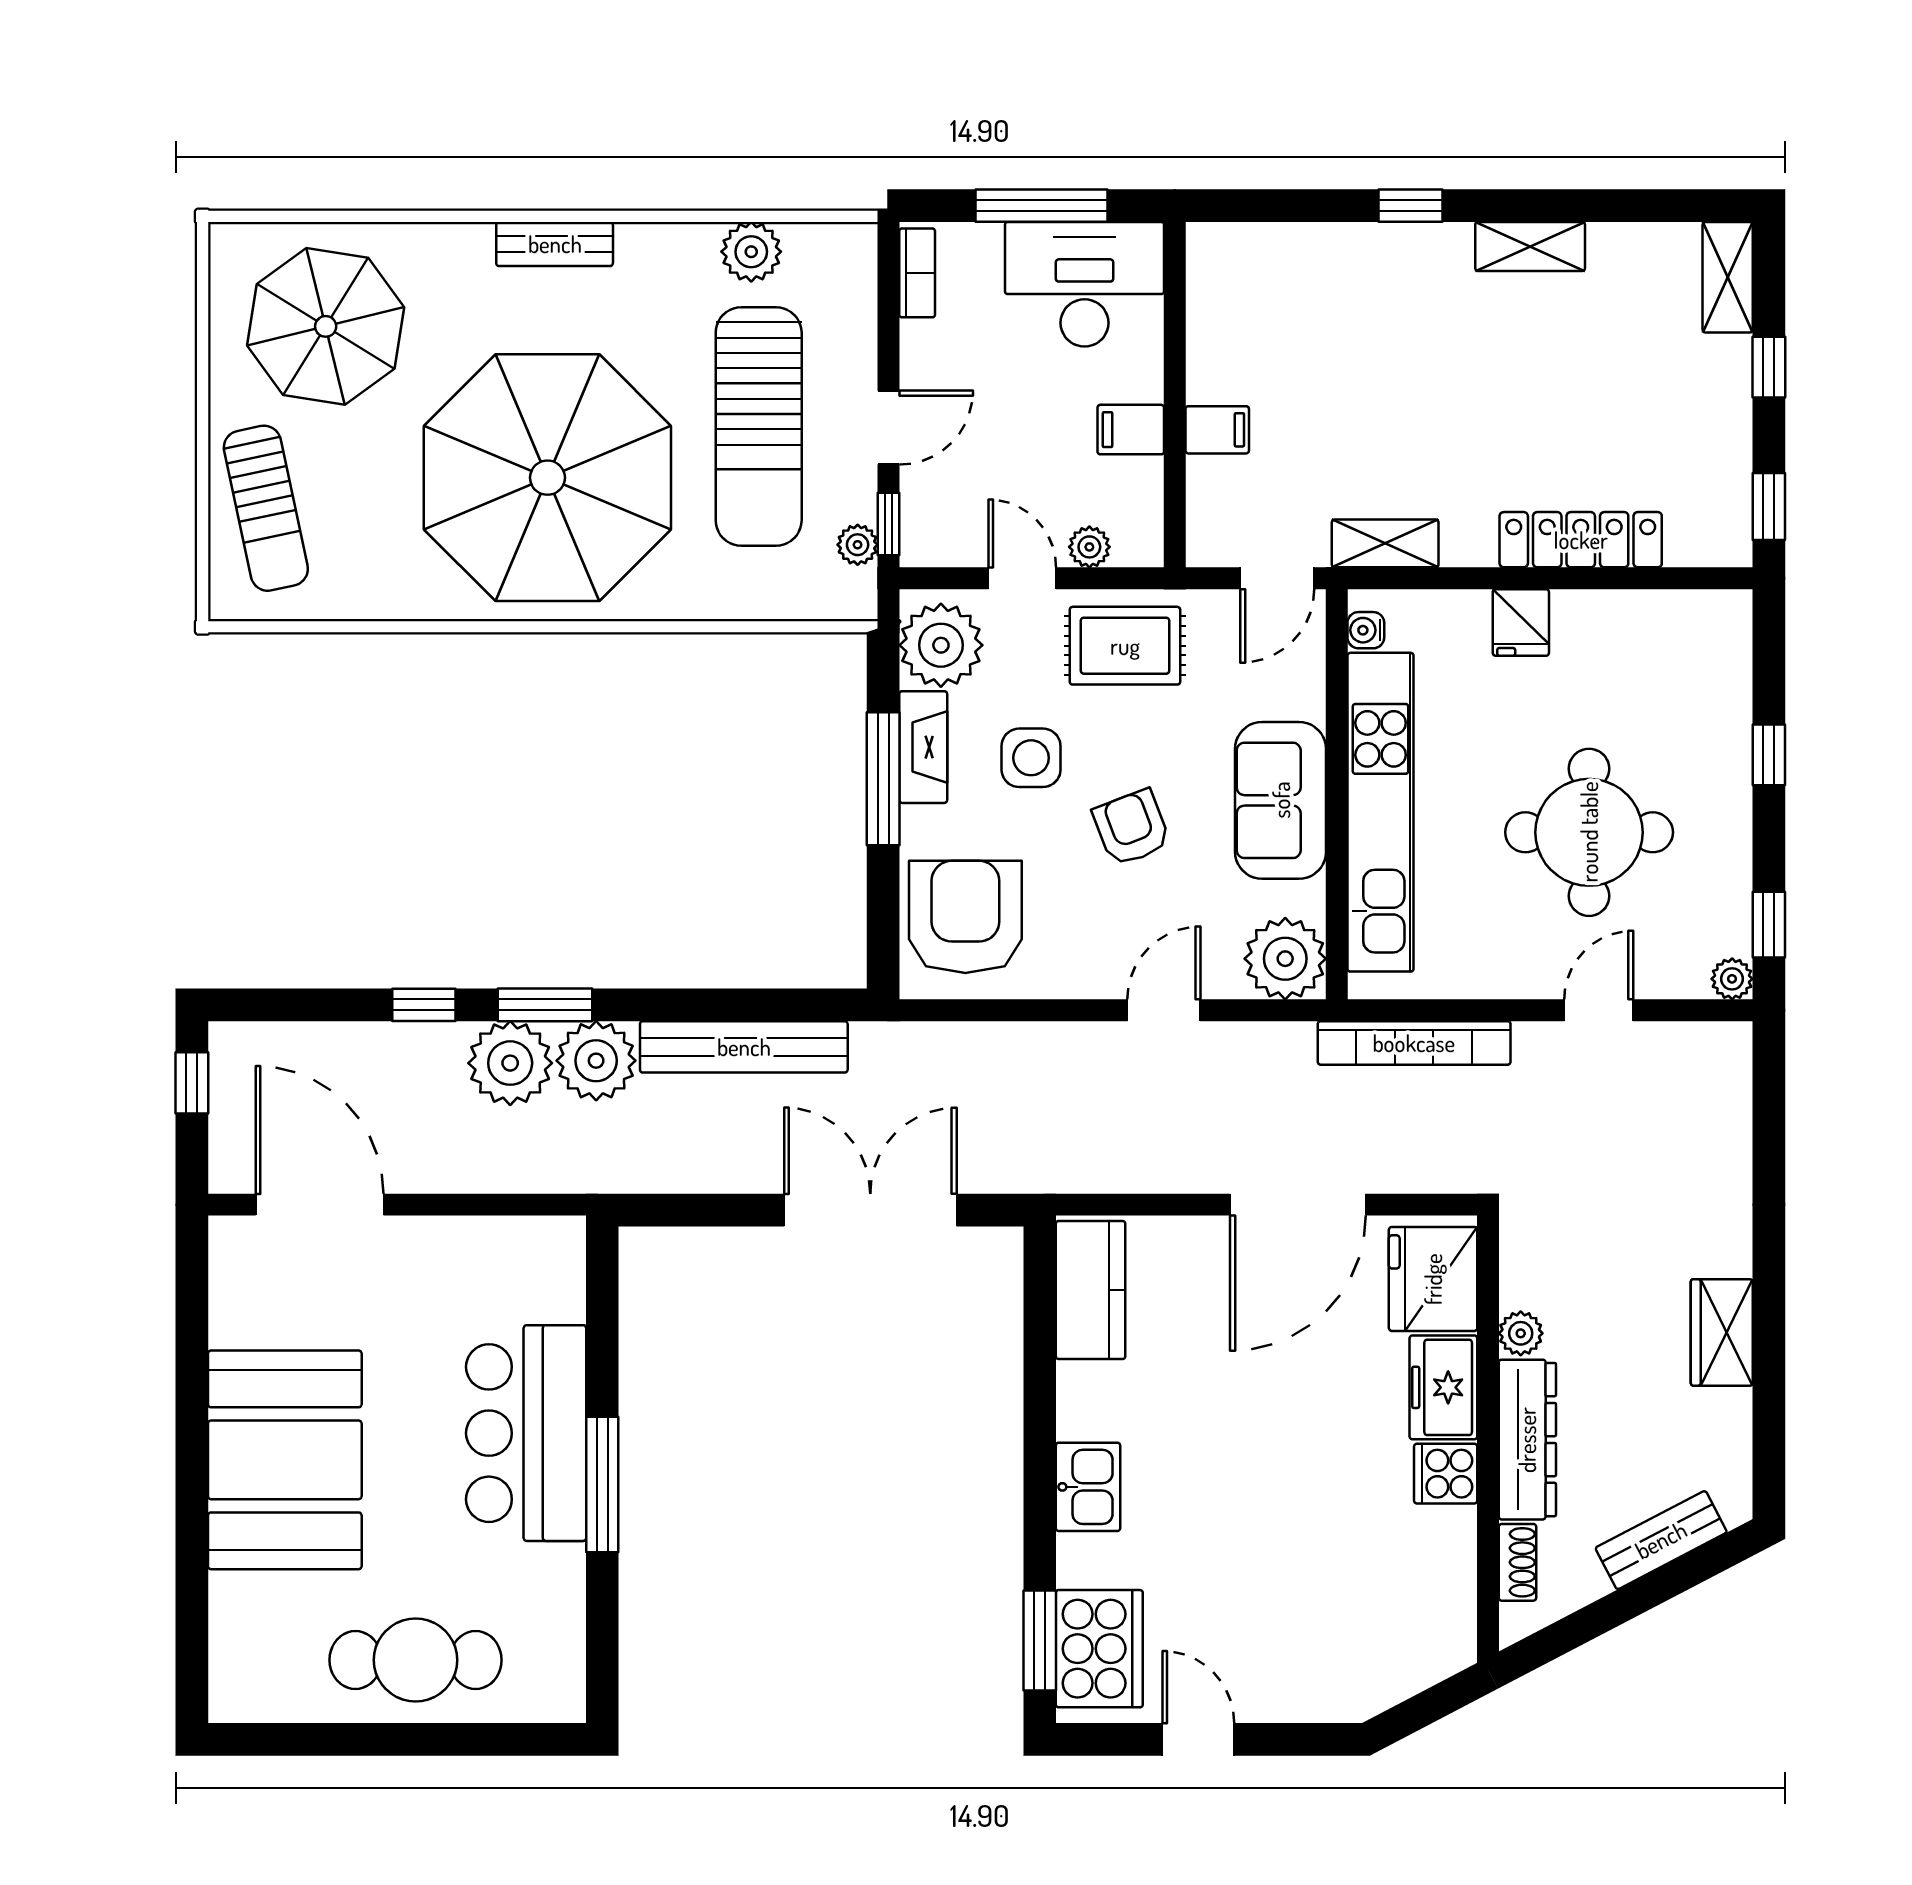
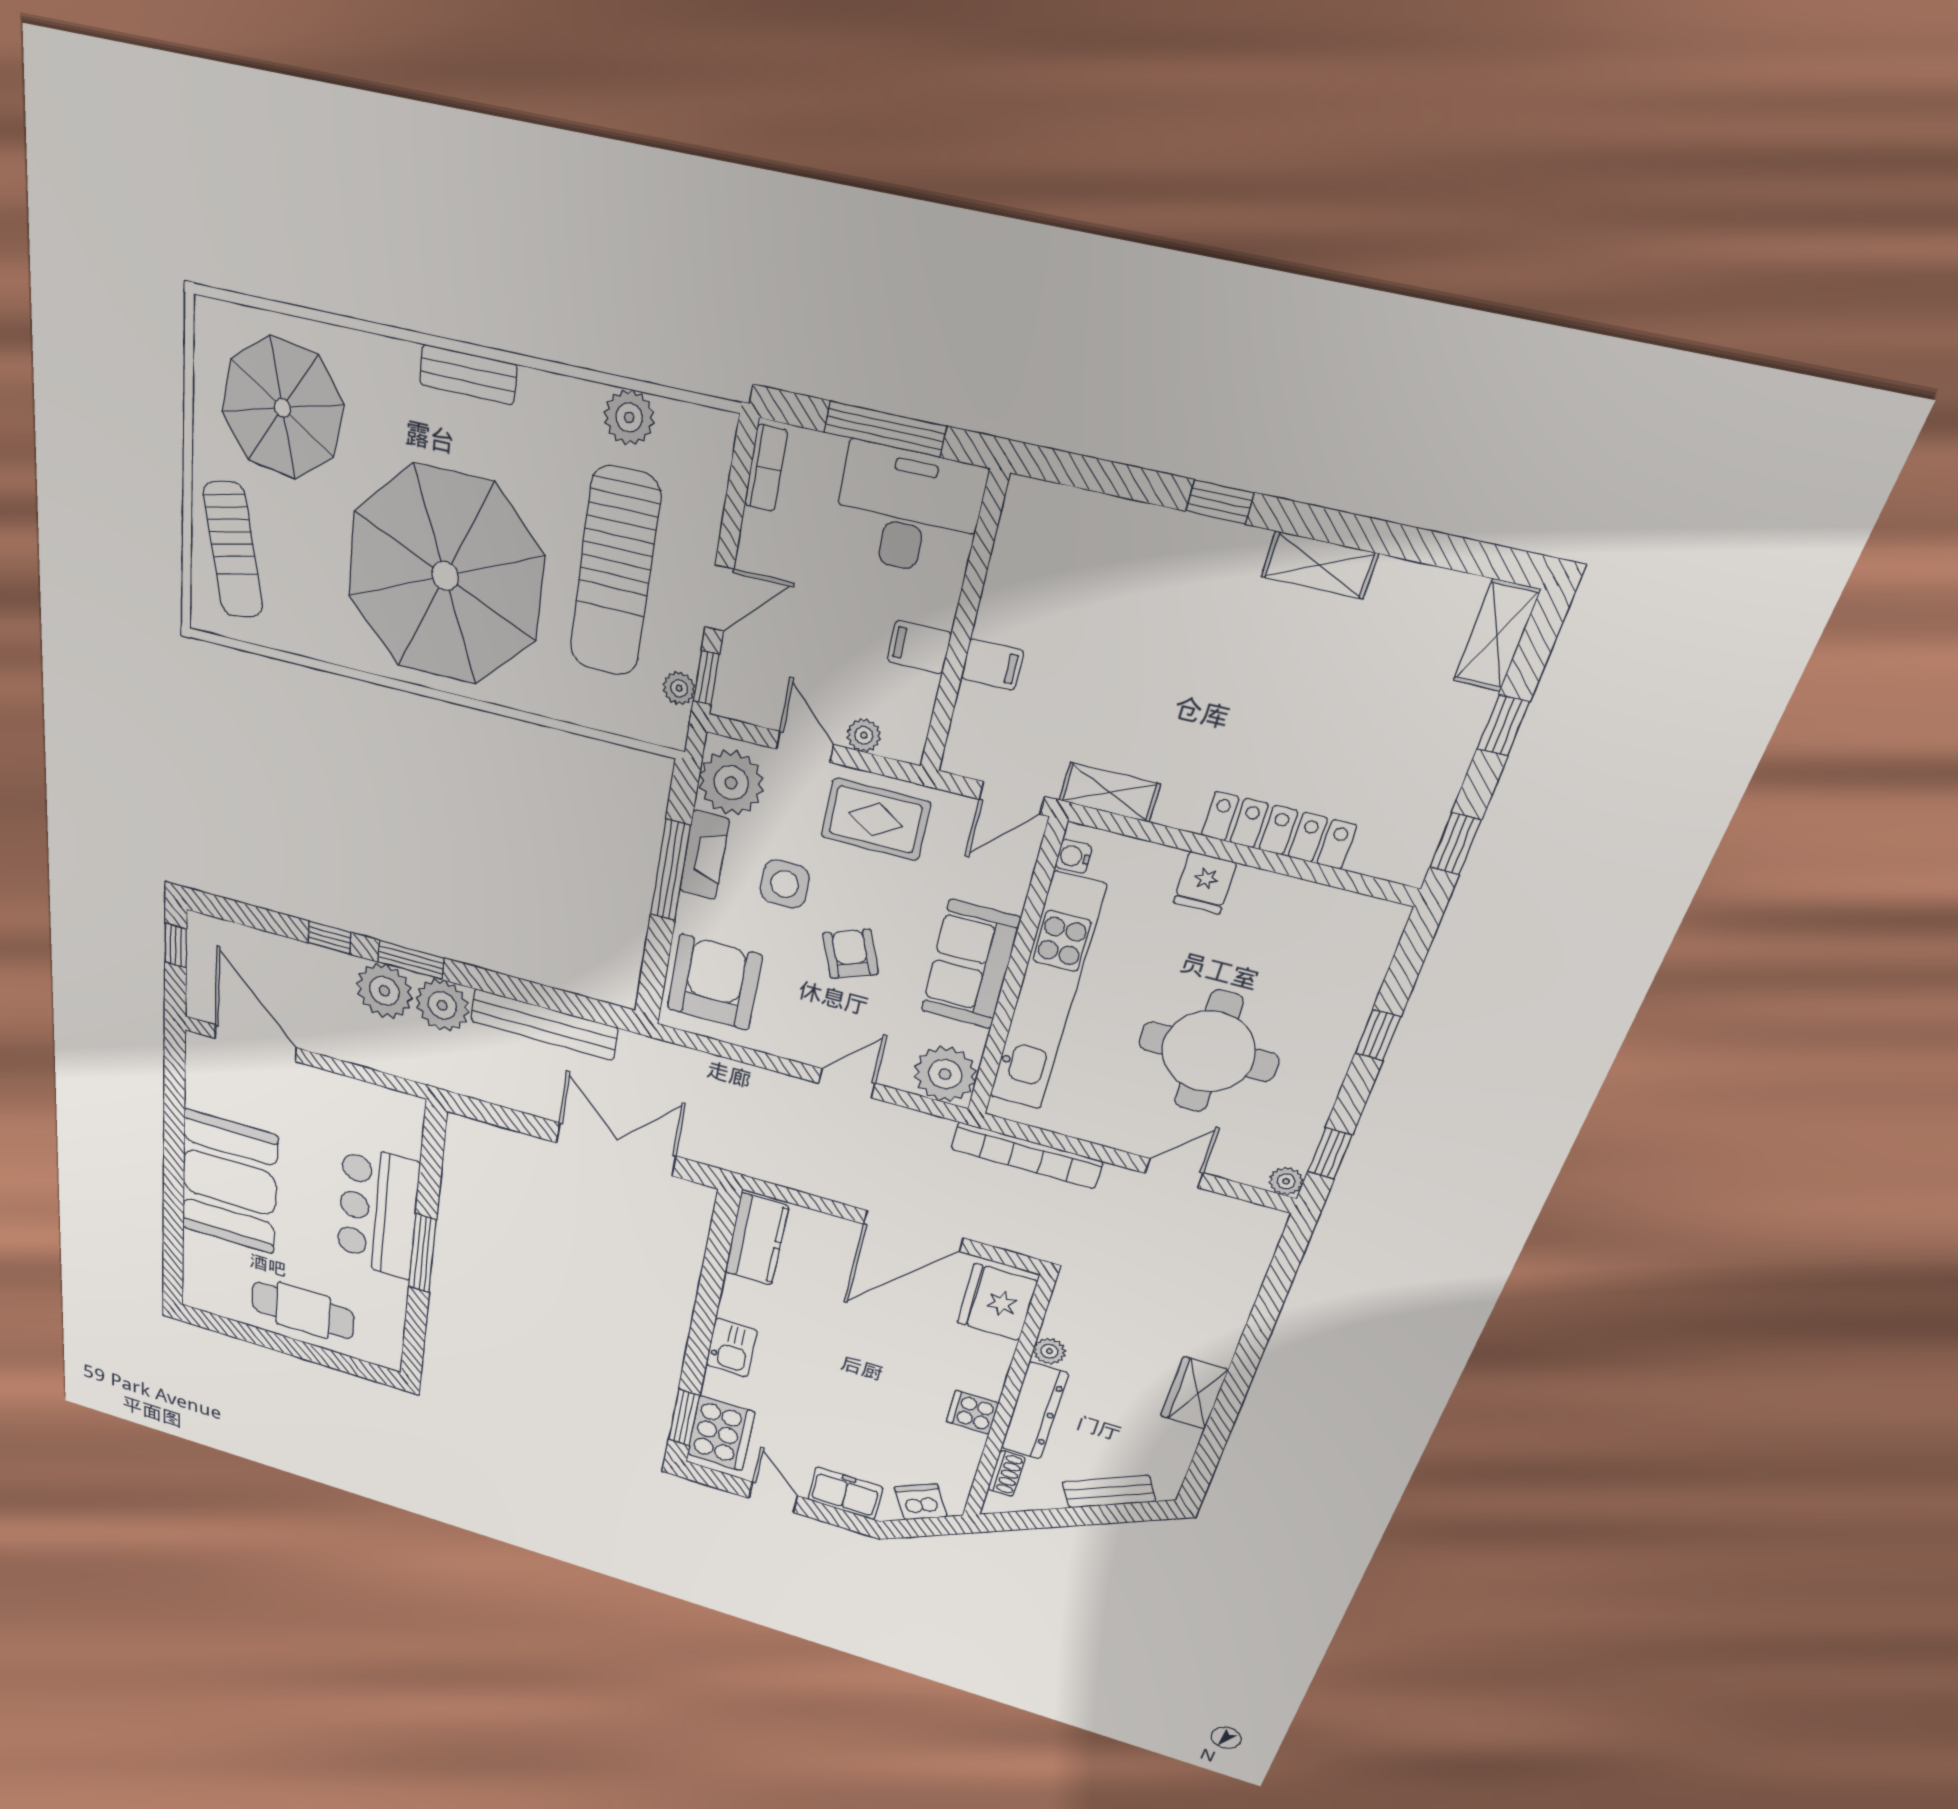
freezer: (1443, 1387) -> (845, 1493), moved, turned 90
dishwasher: (1412, 1662) -> (921, 1502), added

